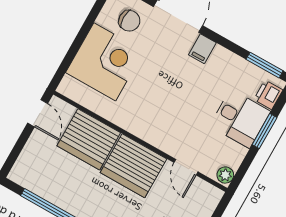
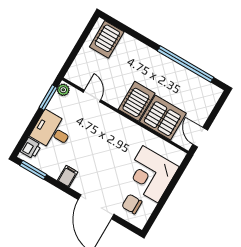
filing cabinet: (202, 49) -> (68, 176), moved
window: (265, 131) -> (48, 98), moved
server rack: (133, 166) -> (137, 101), width x0.62

